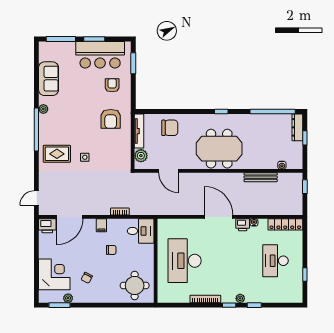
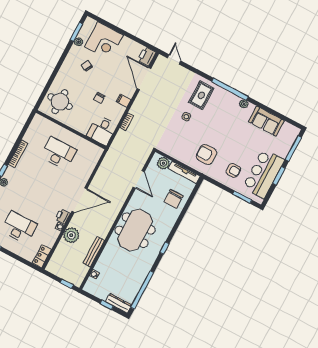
door: (169, 171) -> (139, 179), swing flipped
plant: (256, 207) -> (71, 235), added
locker: (285, 224) -> (42, 256), width x0.66
desk: (185, 261) -> (58, 153), width x0.73, depth x0.77

